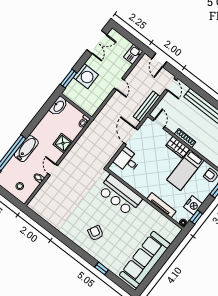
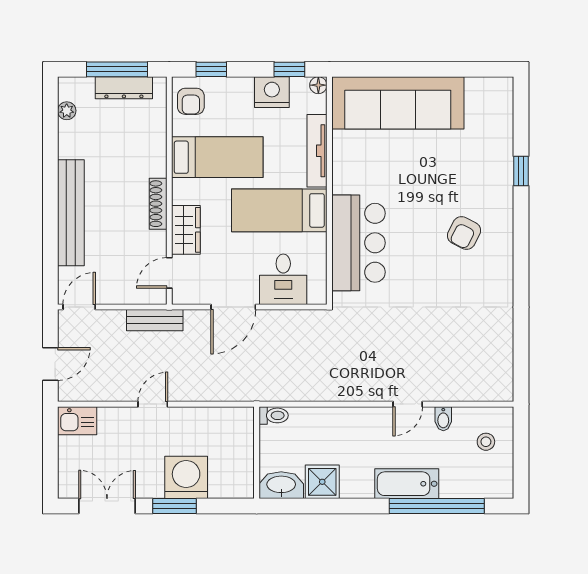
window: (69, 79) -> (174, 506), moved
bench: (147, 107) -> (155, 320), width x0.73
shower: (63, 143) -> (322, 482), moved
wardrobe: (178, 147) -> (186, 230), moved
bed: (151, 177) -> (279, 210), added
sofa: (145, 260) -> (398, 103), moved

